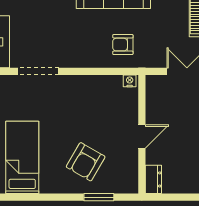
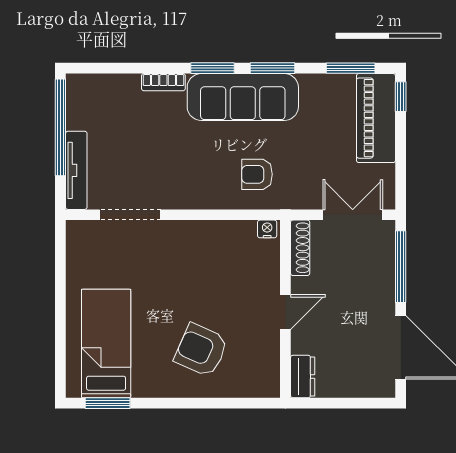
shoe rack: (152, 94) -> (300, 248), added
armchair: (86, 162) -> (201, 350), turned 84
window: (99, 197) -> (108, 403), moved

